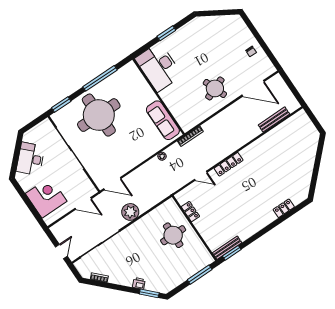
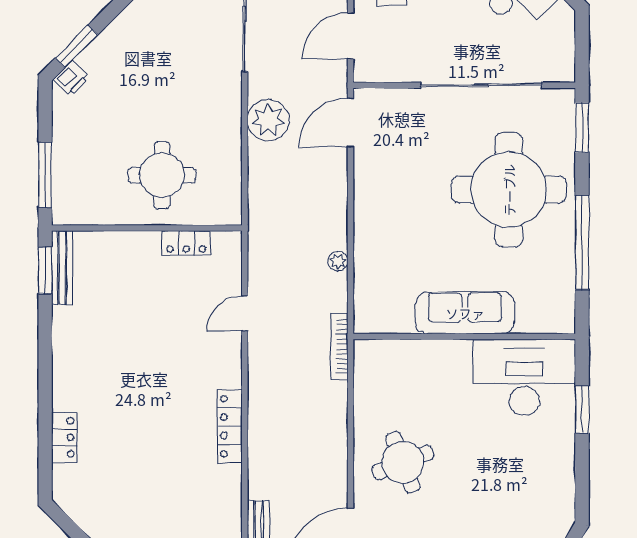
window: (166, 33) -> (582, 410), moved
sofa: (163, 120) -> (465, 313), moved
locker: (229, 164) -> (230, 426), moved
printer: (139, 283) -> (72, 79), moved

